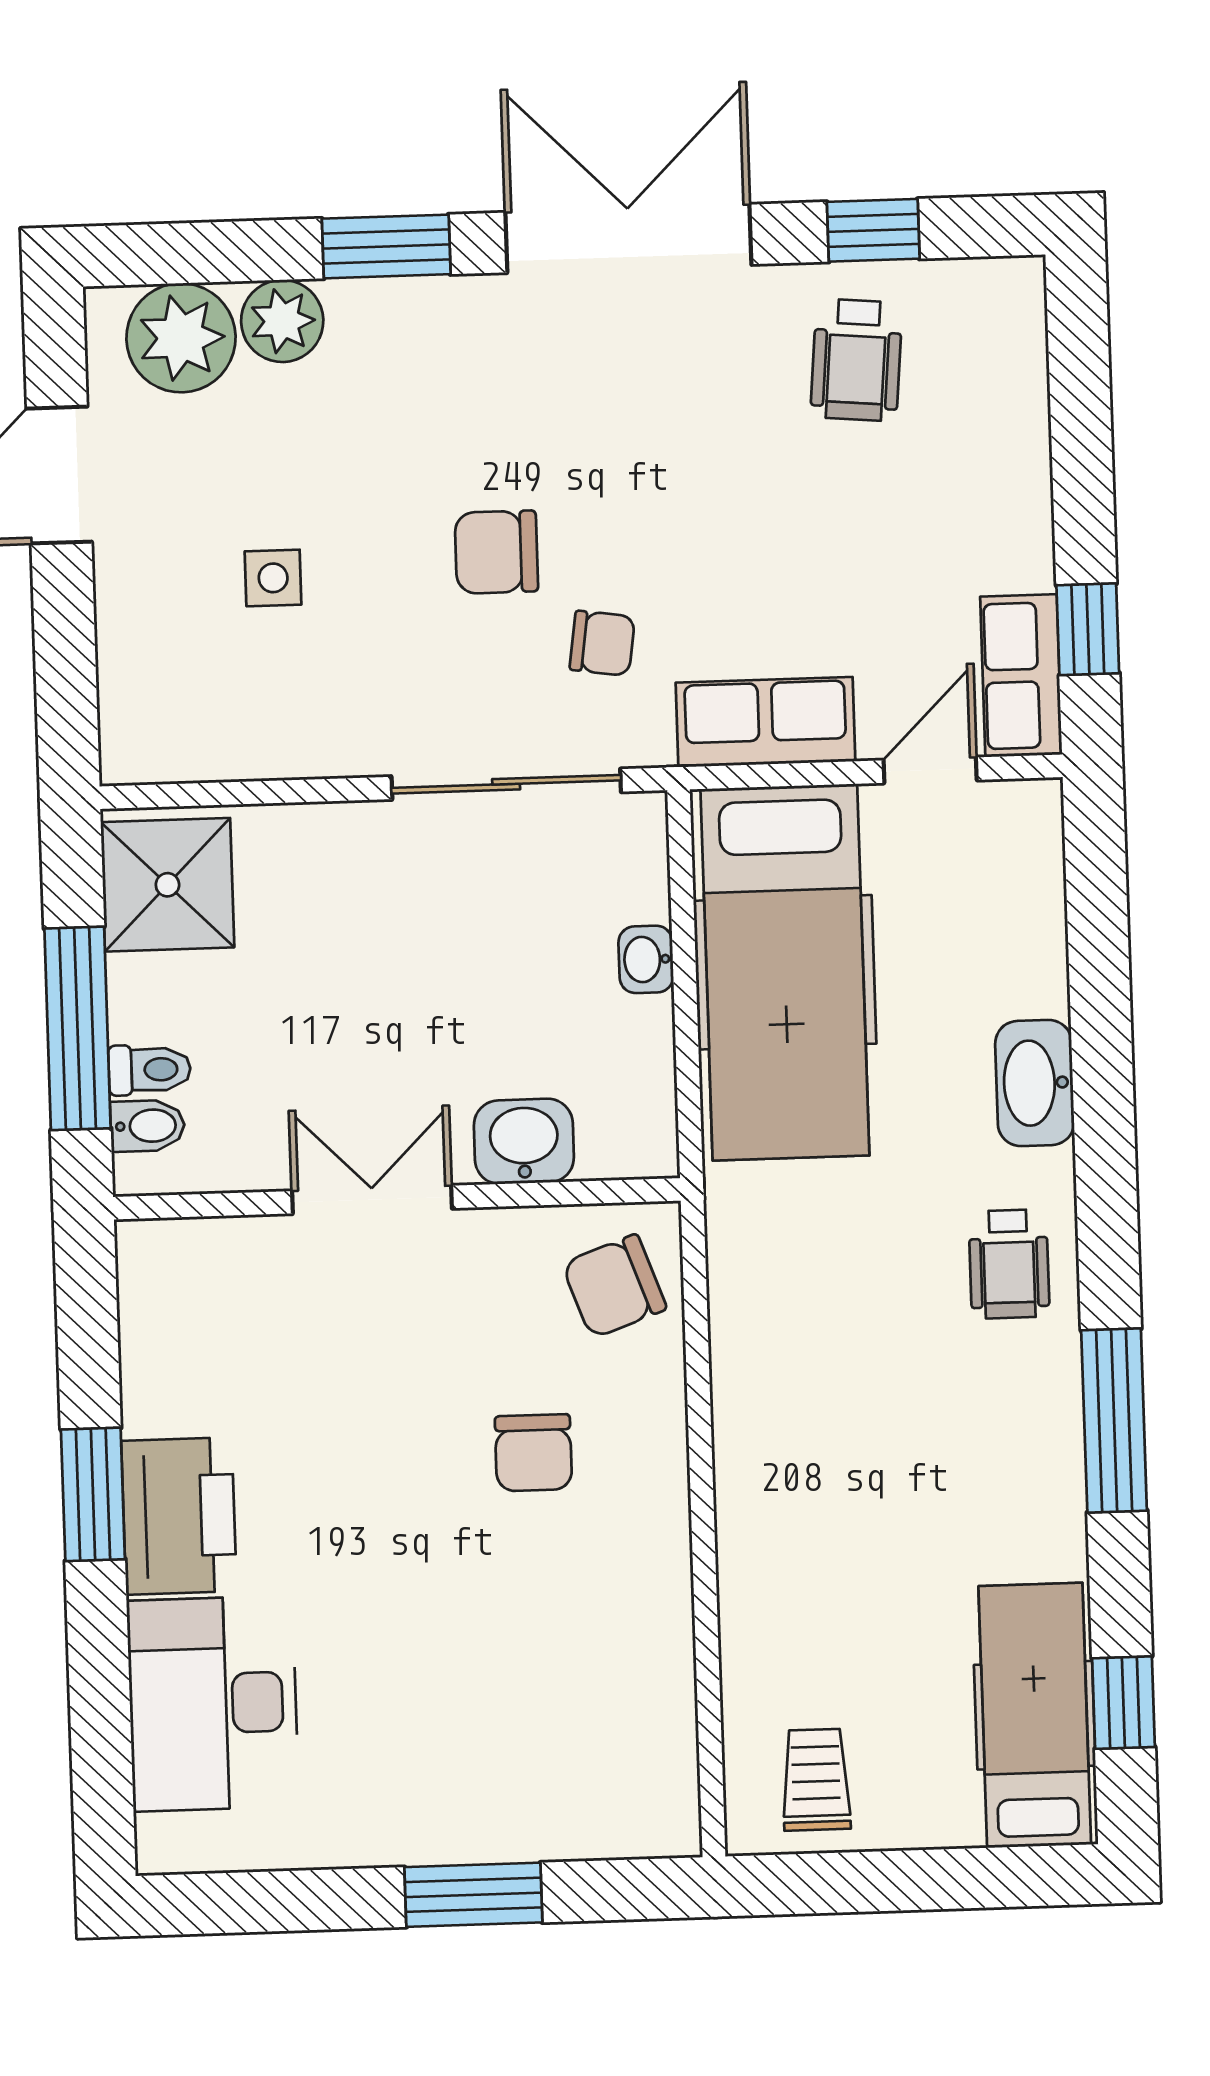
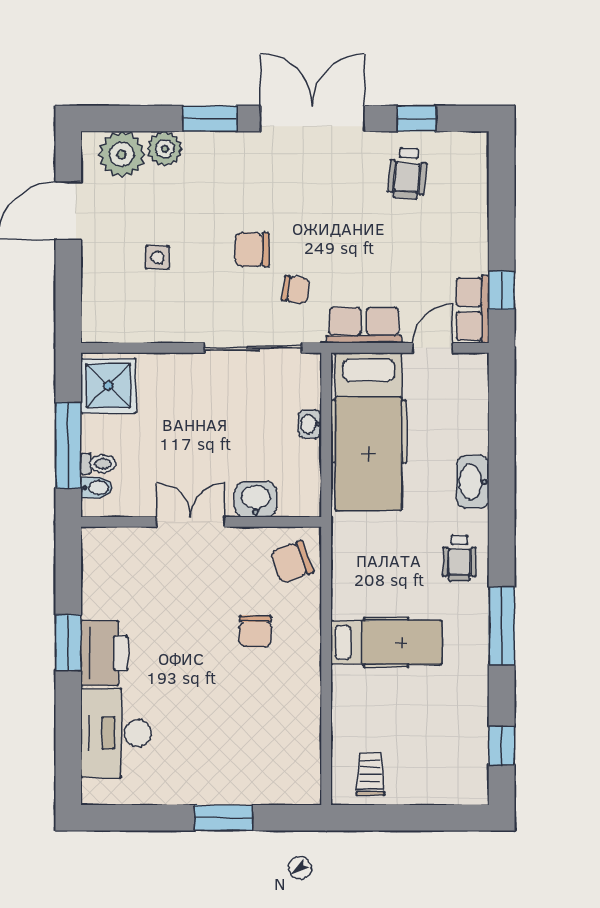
hospital bed: (1035, 1715) -> (386, 642), moved, turned 90

